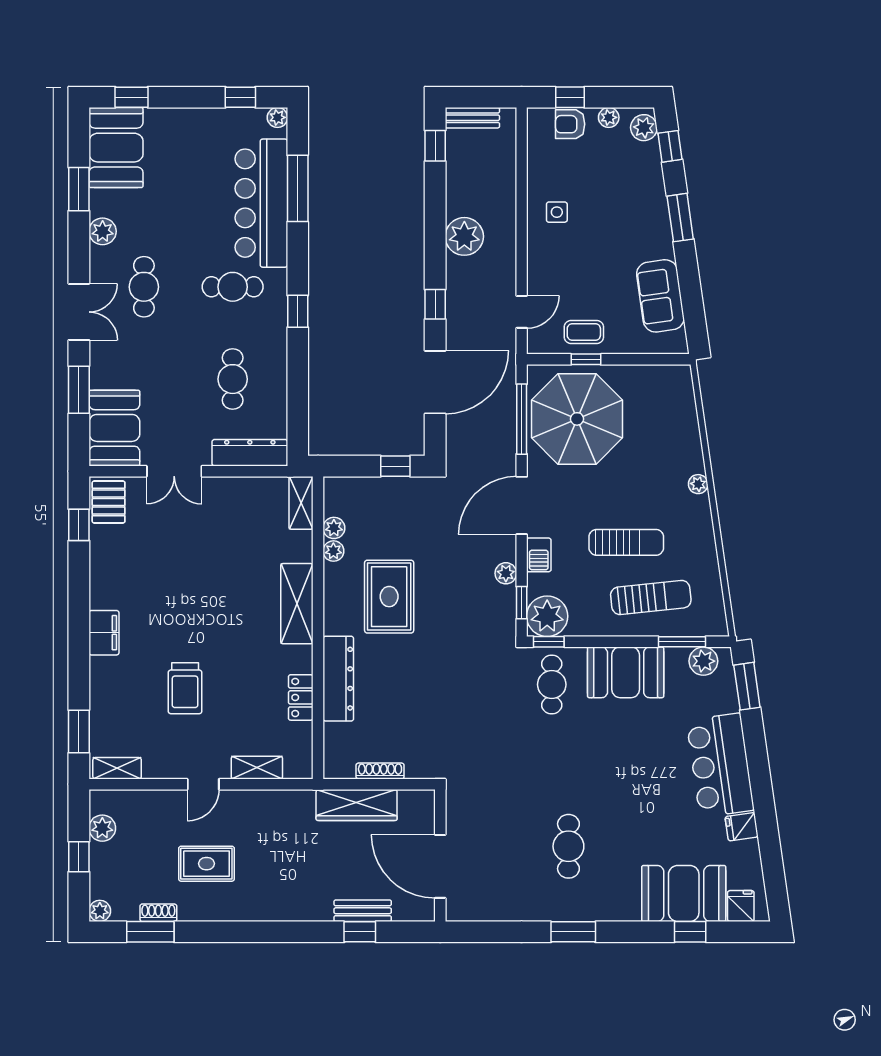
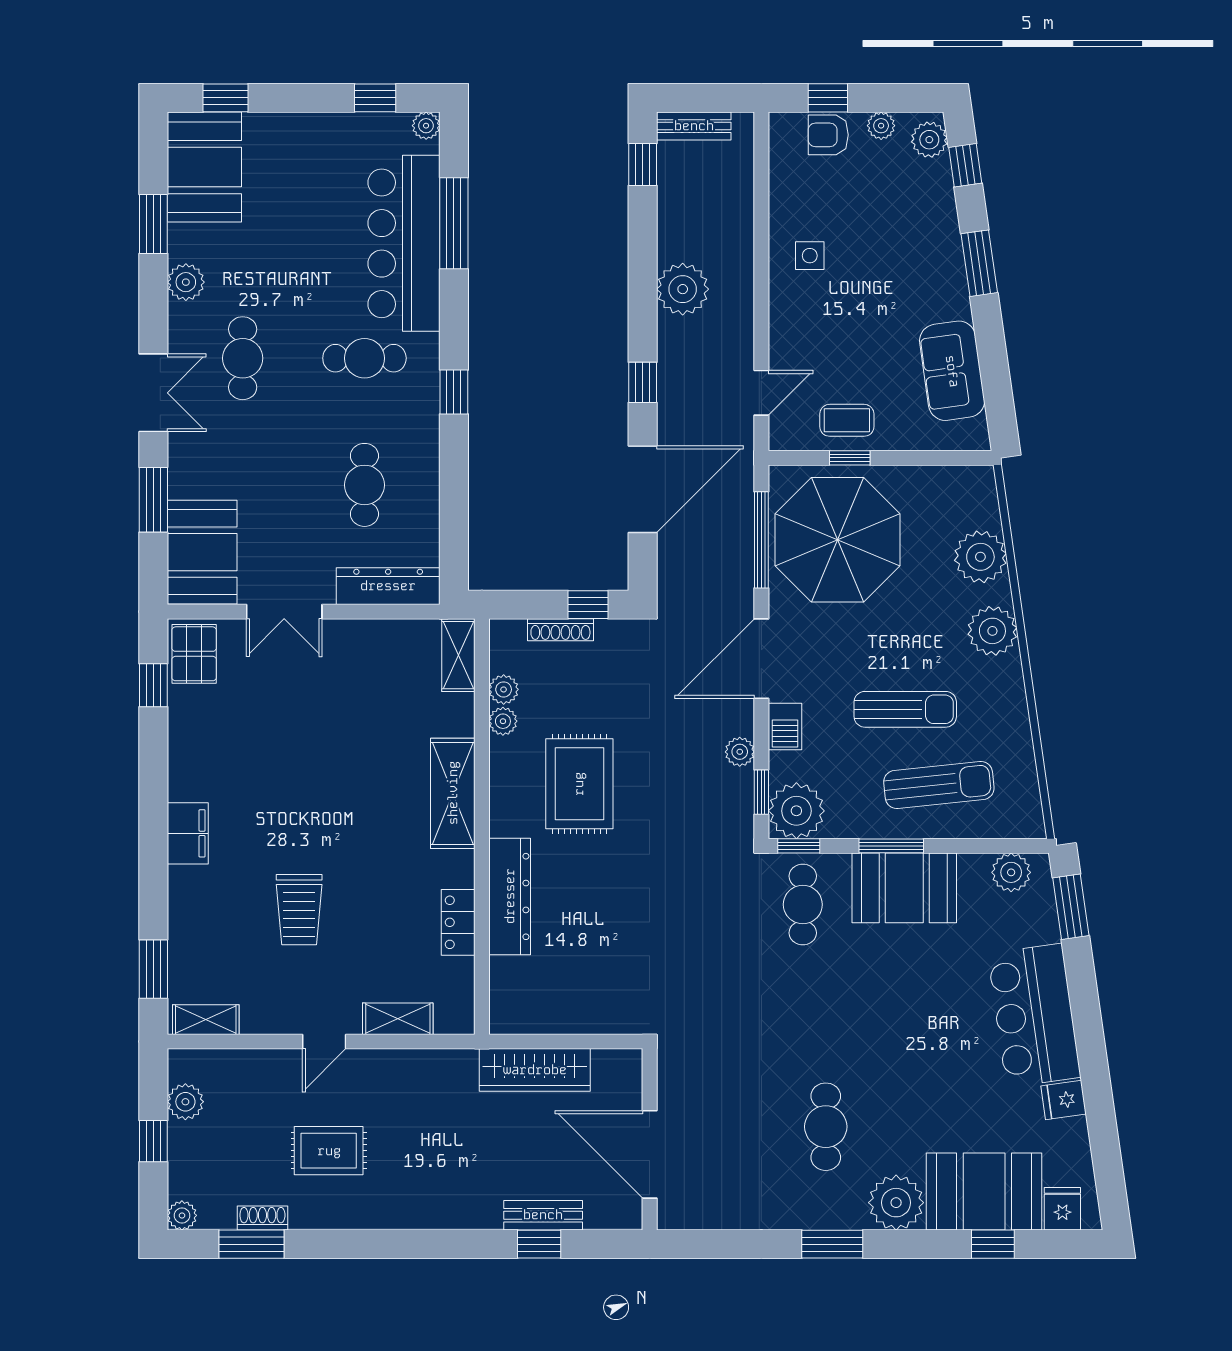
plant: (681, 431) -> (980, 557), added
plant: (698, 484) -> (992, 631), width x1.88, depth x1.88
window: (682, 642) -> (891, 846), moved
shoe rack: (380, 771) -> (560, 630), moved, turned 180
plant: (620, 902) -> (896, 1203), added

